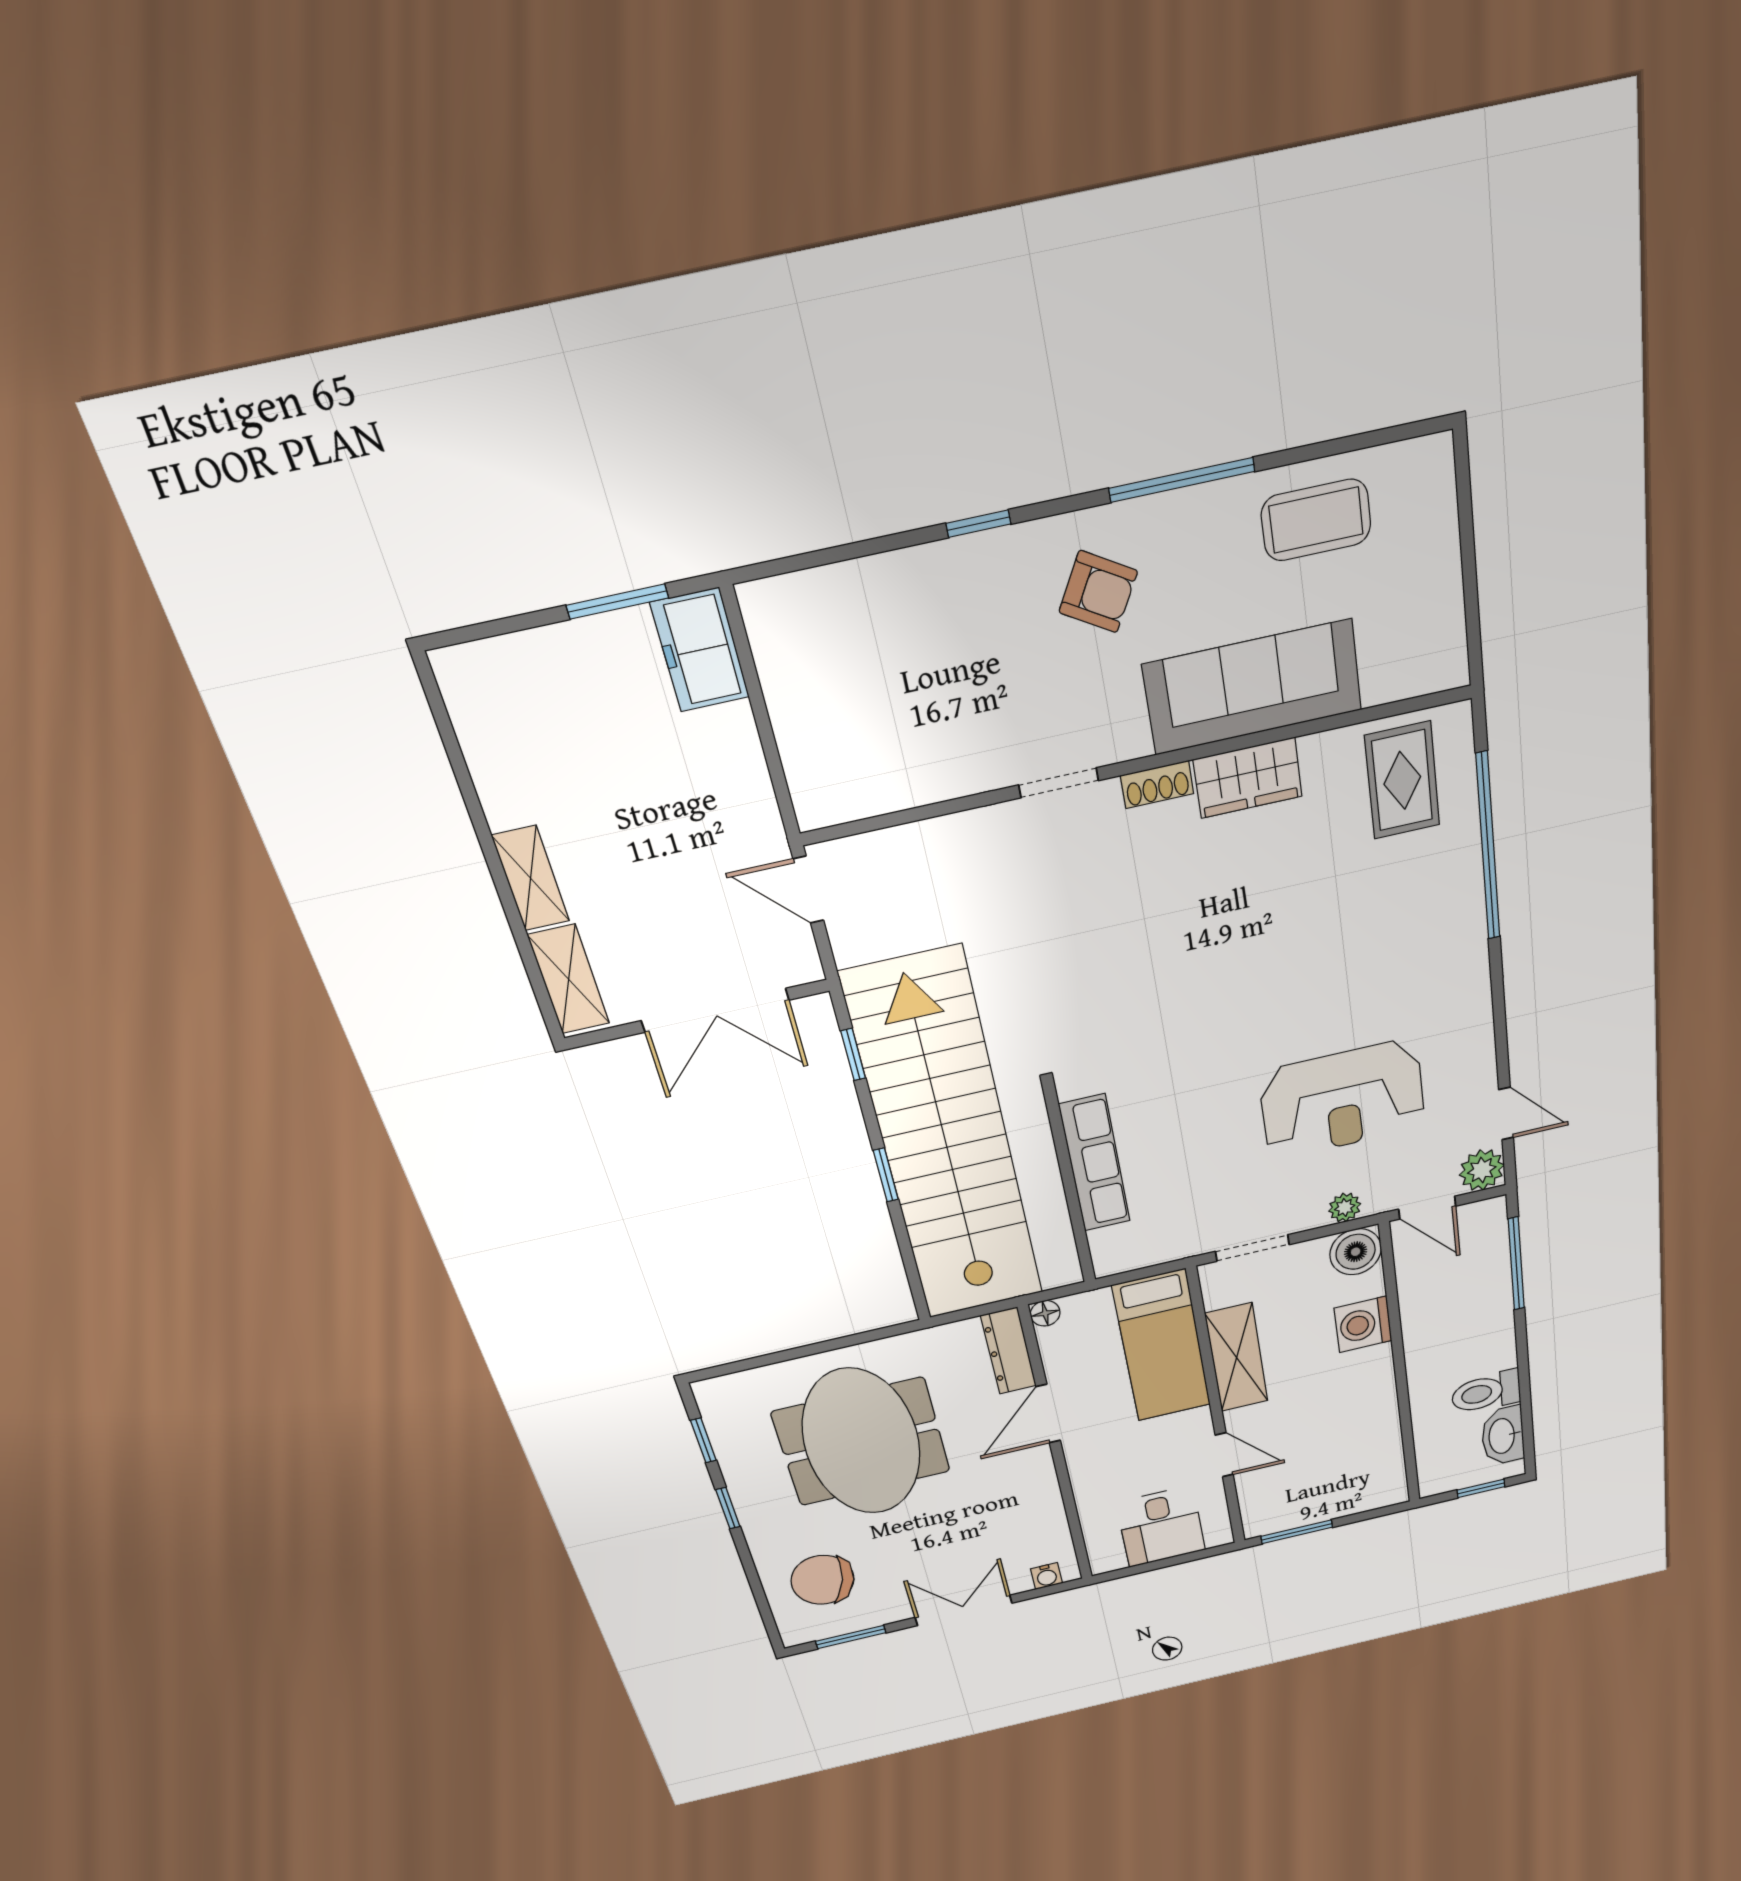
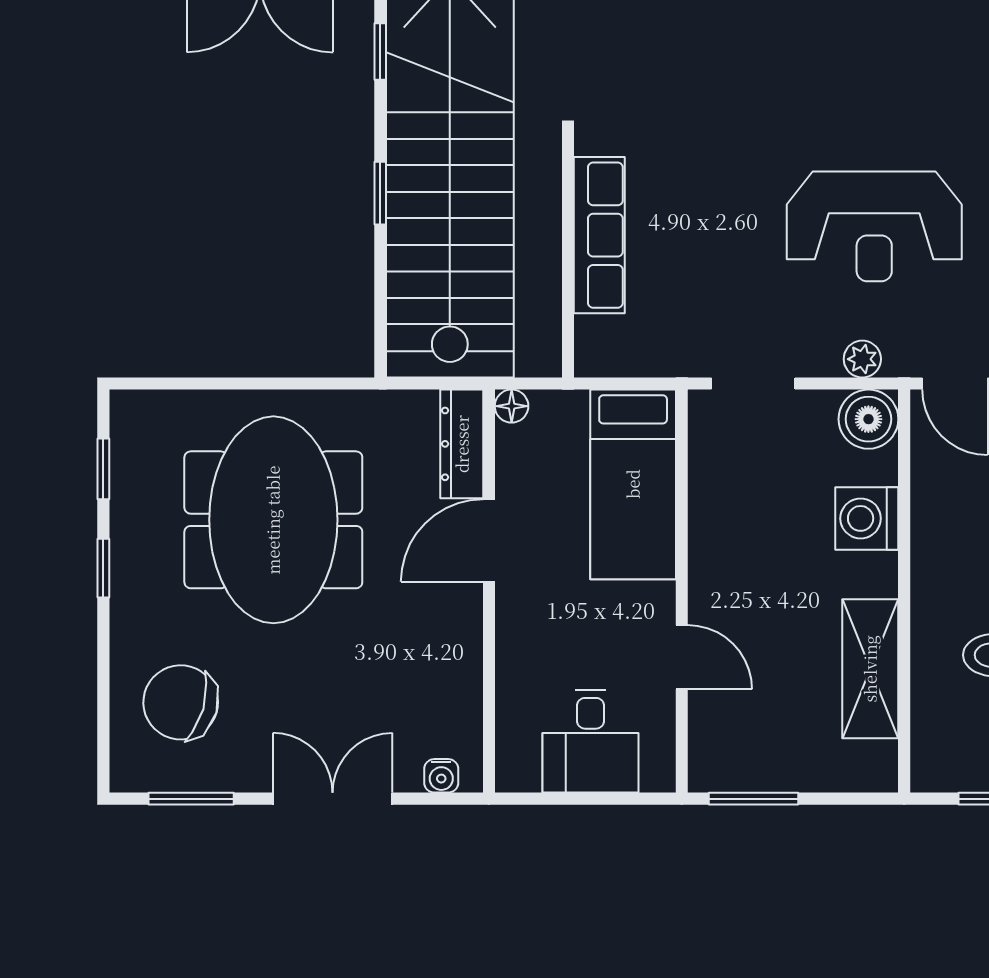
shelving: (1237, 1357) -> (870, 669), moved

